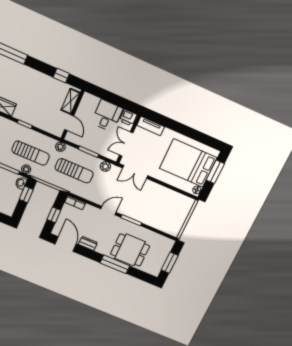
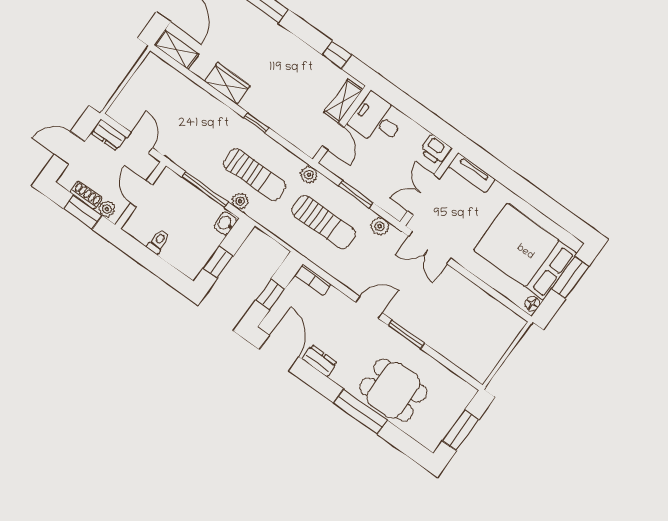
desk: (107, 116) -> (377, 120), moved, turned -90
window: (26, 194) -> (218, 262), moved

